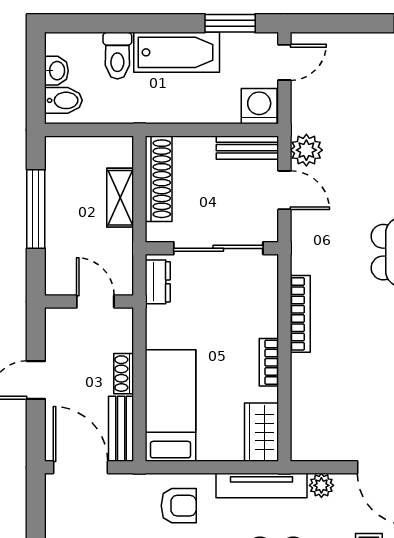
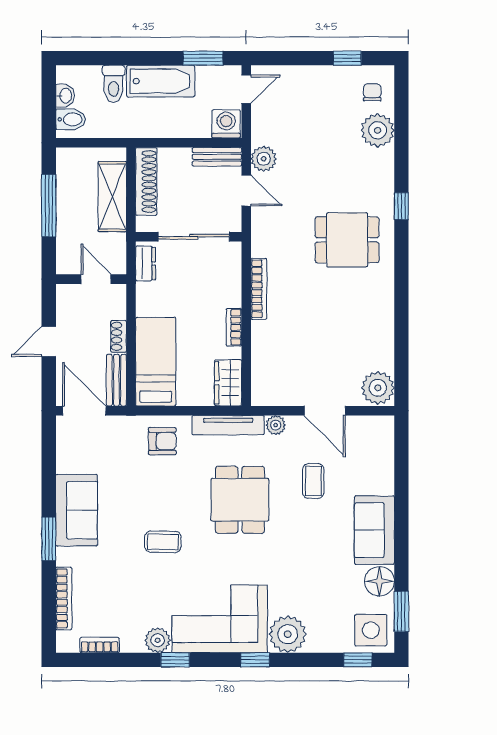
shelving: (120, 198) -> (112, 197), width x1.50, depth x1.33

